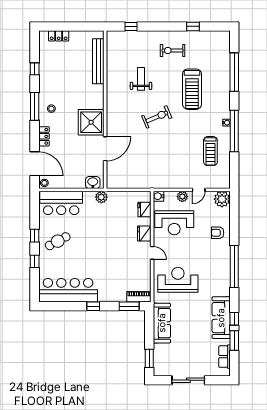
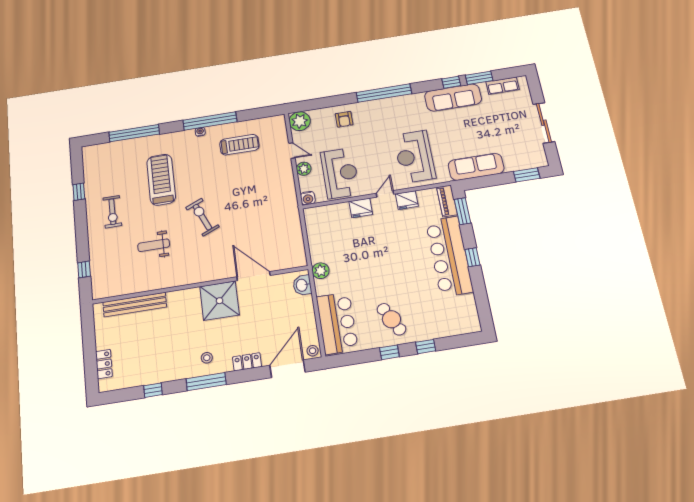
treadmill: (192, 89) -> (161, 180), turned -90
fridge: (144, 209) -> (407, 200), moved
bar counter: (68, 290) -> (449, 256), moved

